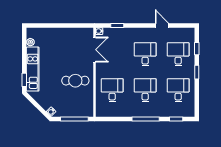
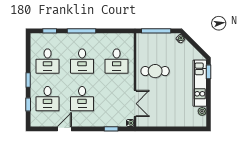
door: (162, 25) -> (64, 129), swing flipped
double door: (95, 50) -> (135, 104), swing flipped

